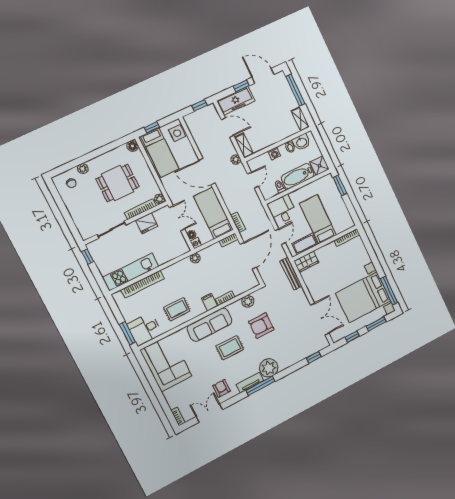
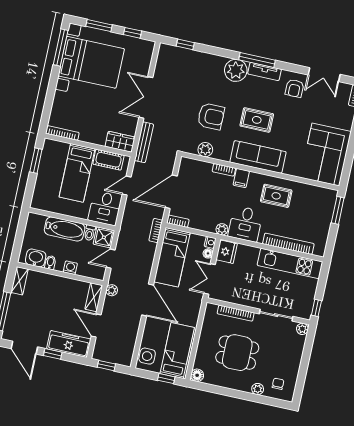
shower: (319, 166) -> (104, 237), moved
window: (340, 185) -> (36, 161), moved
plant: (160, 199) -> (302, 329), moved
fridge: (147, 223) -> (227, 252), moved, turned 90
double door: (320, 319) -> (146, 97), moved
desk: (145, 329) -> (245, 224), moved, turned 90

